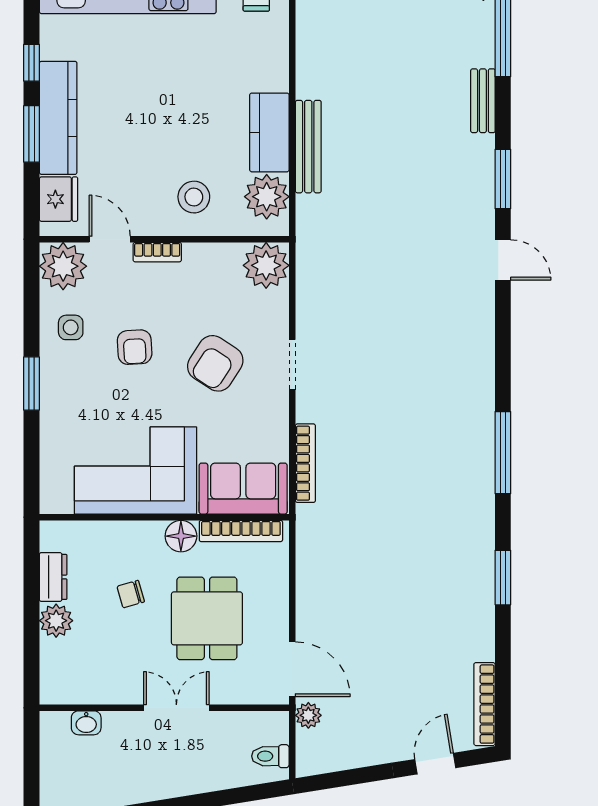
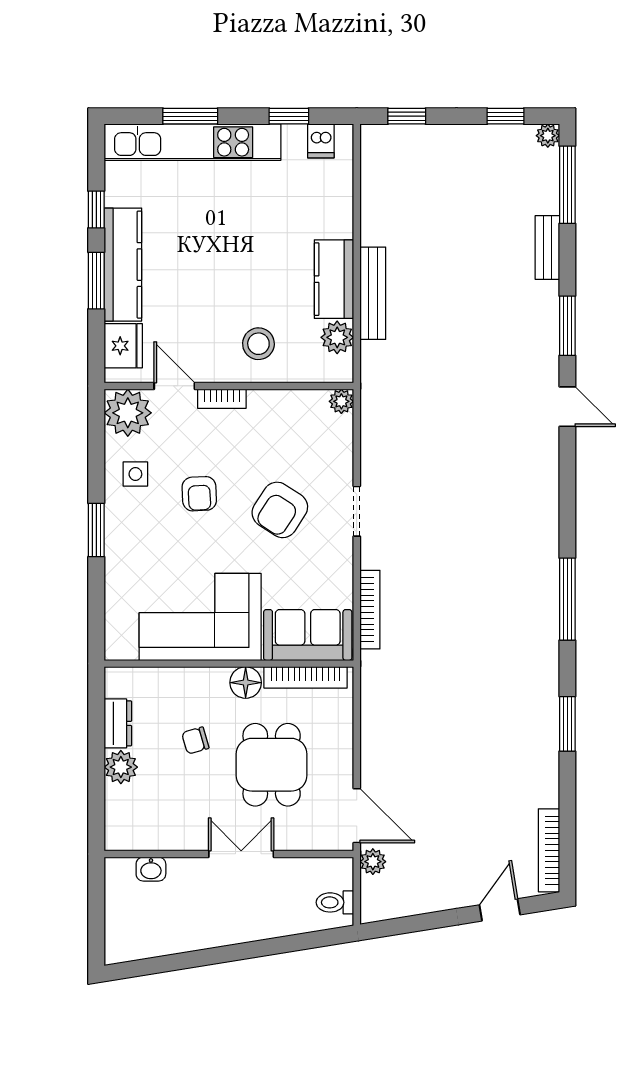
plant: (267, 197) -> (337, 337), width x0.73, depth x0.73
plant: (266, 265) -> (341, 401), width x0.53, depth x0.53

